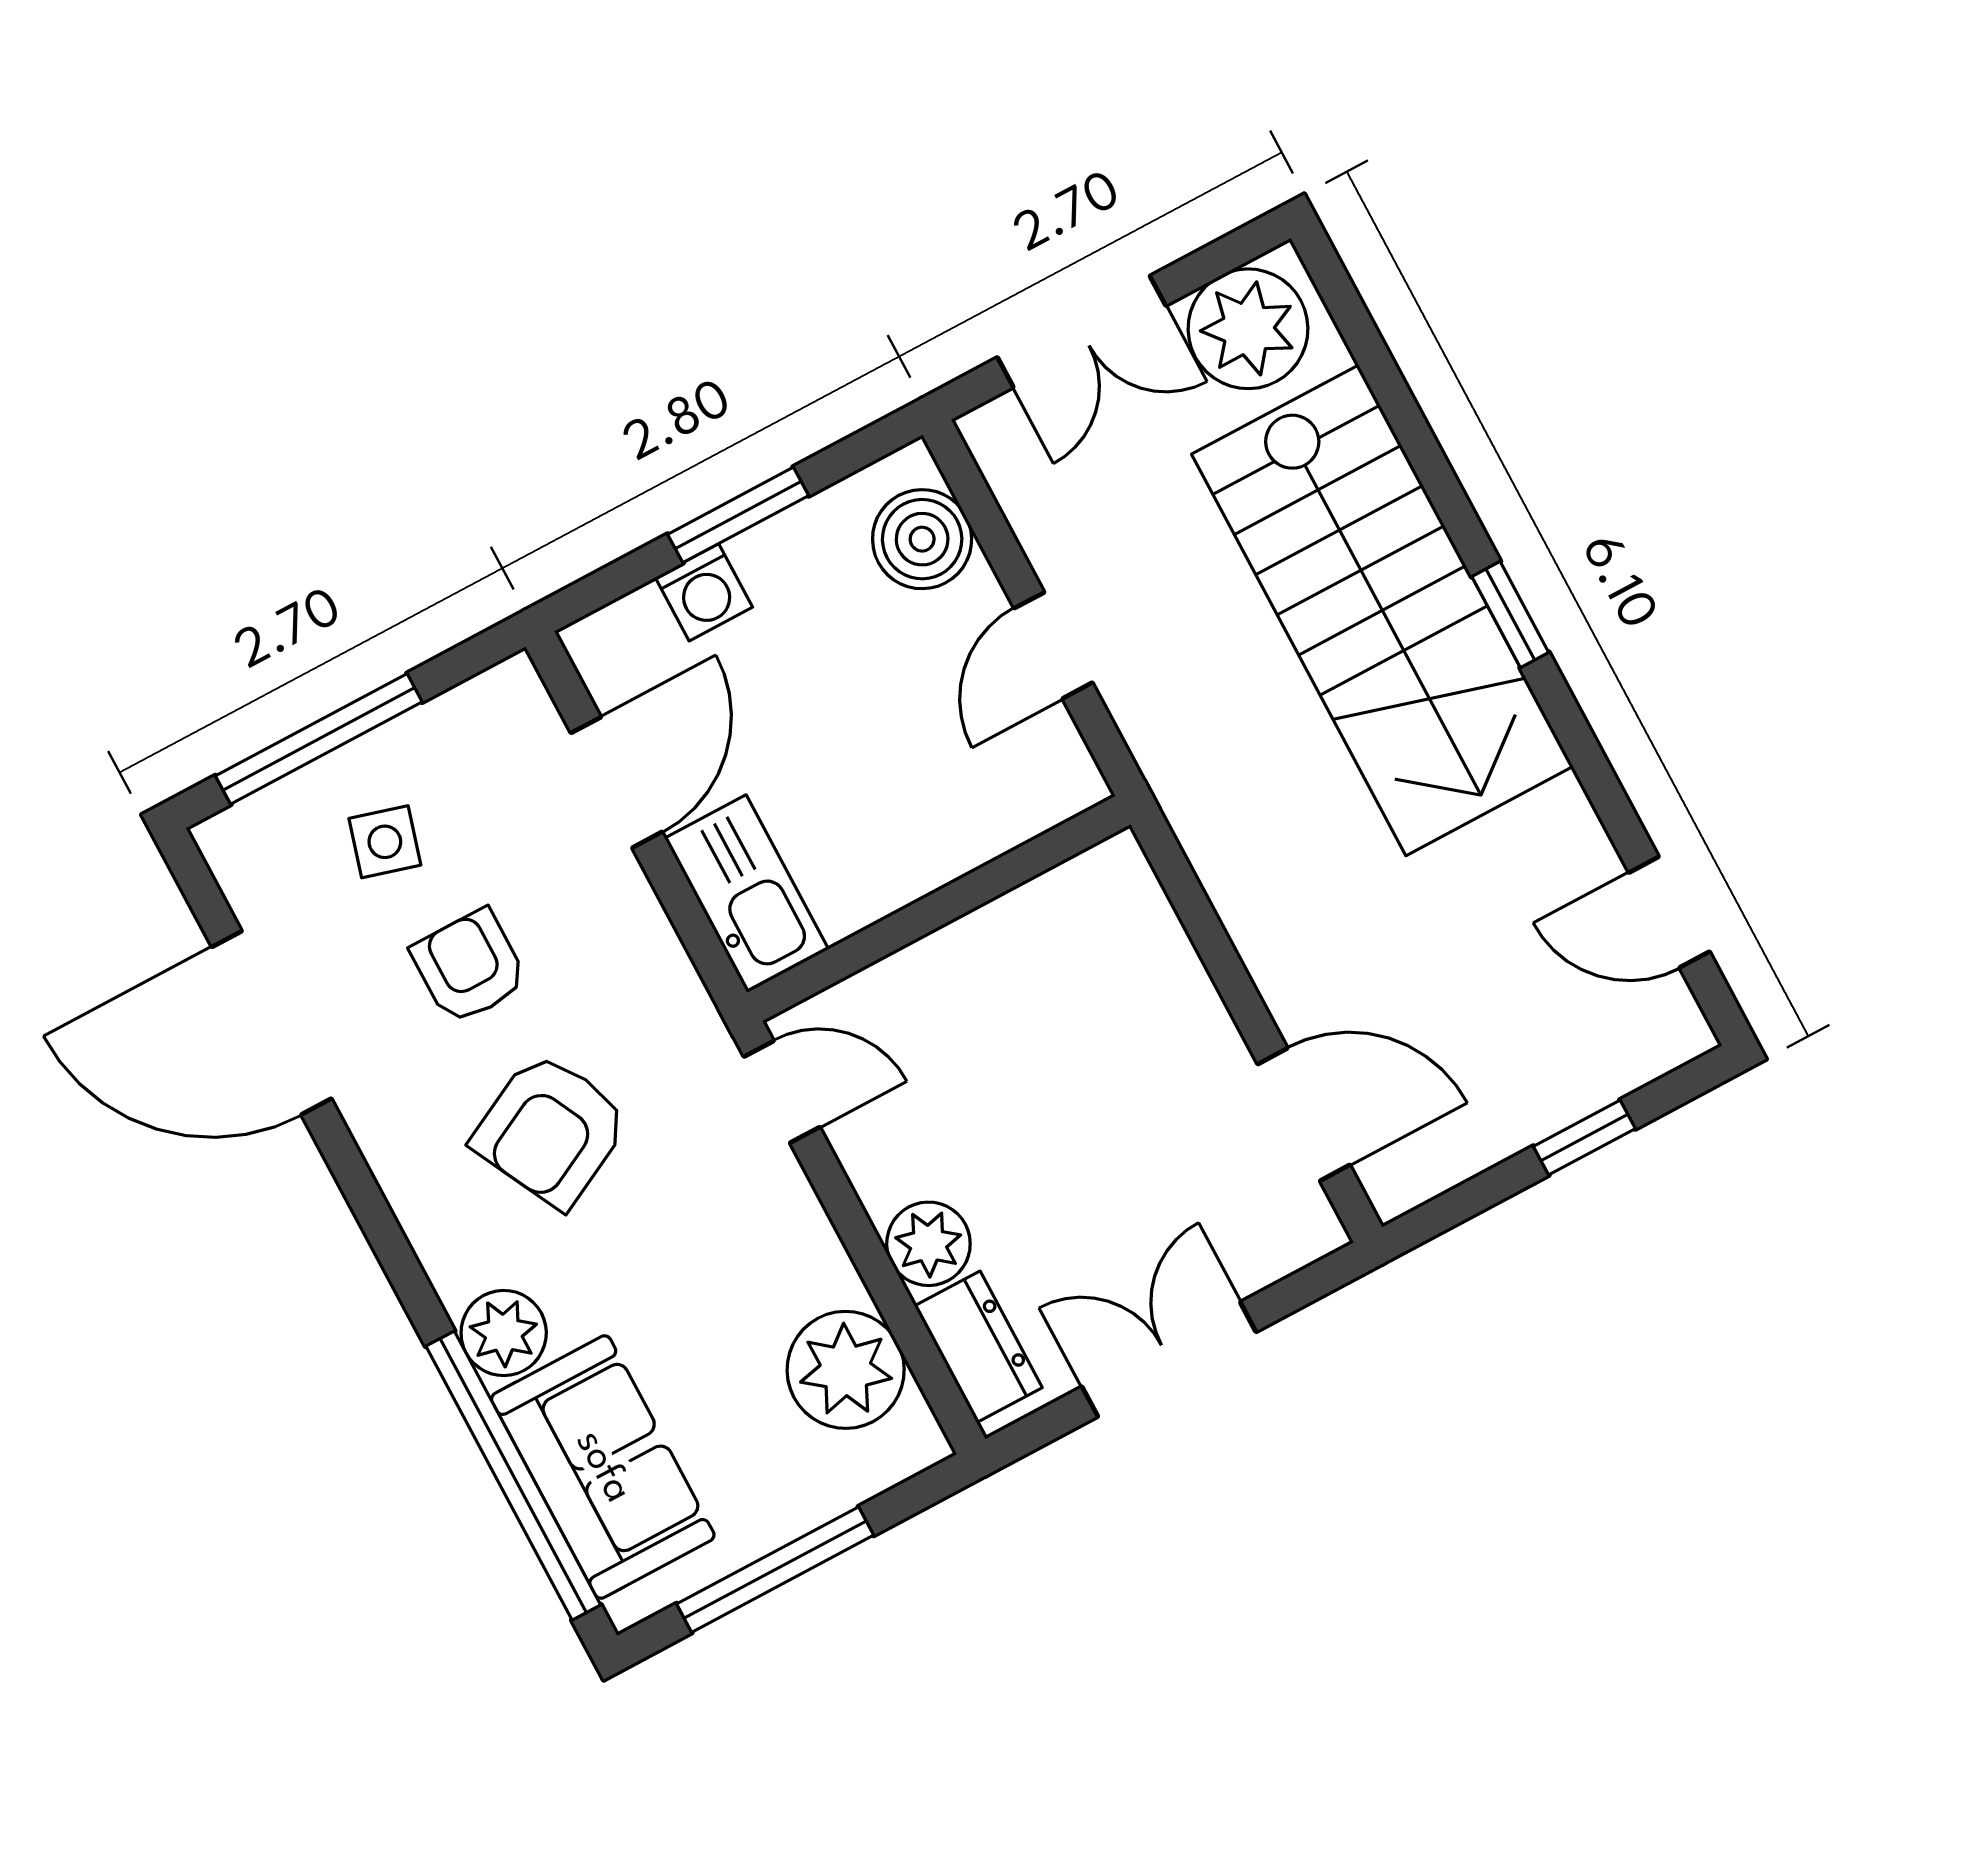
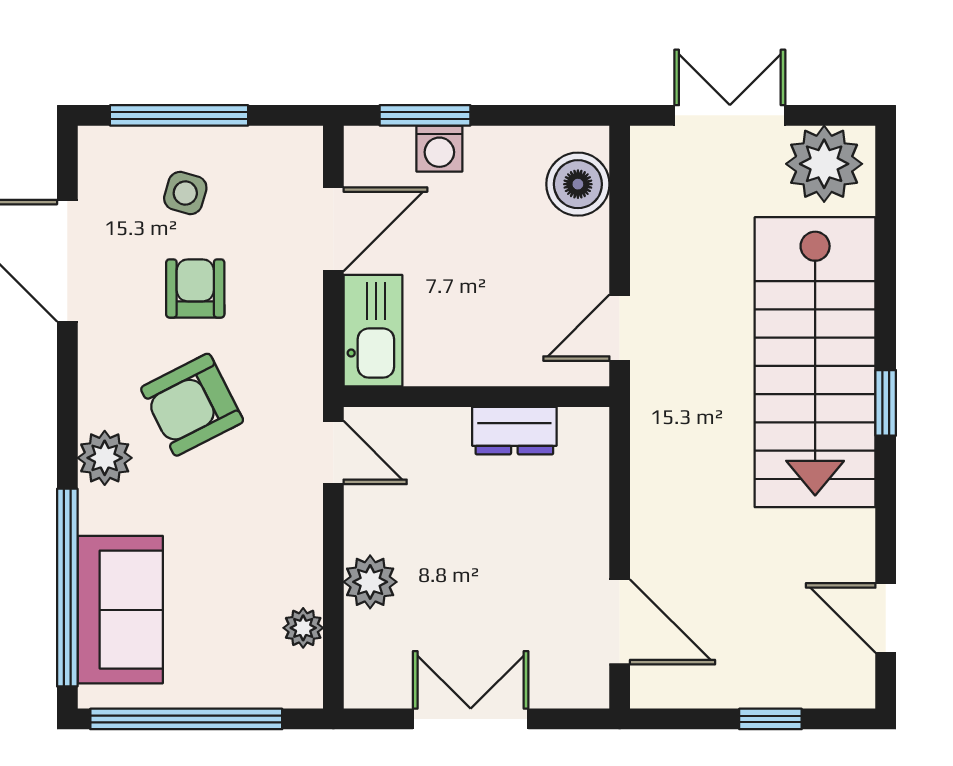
double door: (1082, 332) -> (730, 115), swing flipped
window: (738, 515) -> (425, 115), moved
door: (1053, 645) -> (620, 328), moved
plant: (504, 1333) -> (105, 458), moved
dresser: (978, 1347) -> (514, 431), moved, turned 90
plant: (846, 1370) -> (303, 628), width x0.53, depth x0.53
window: (775, 1570) -> (186, 719), width x1.46

